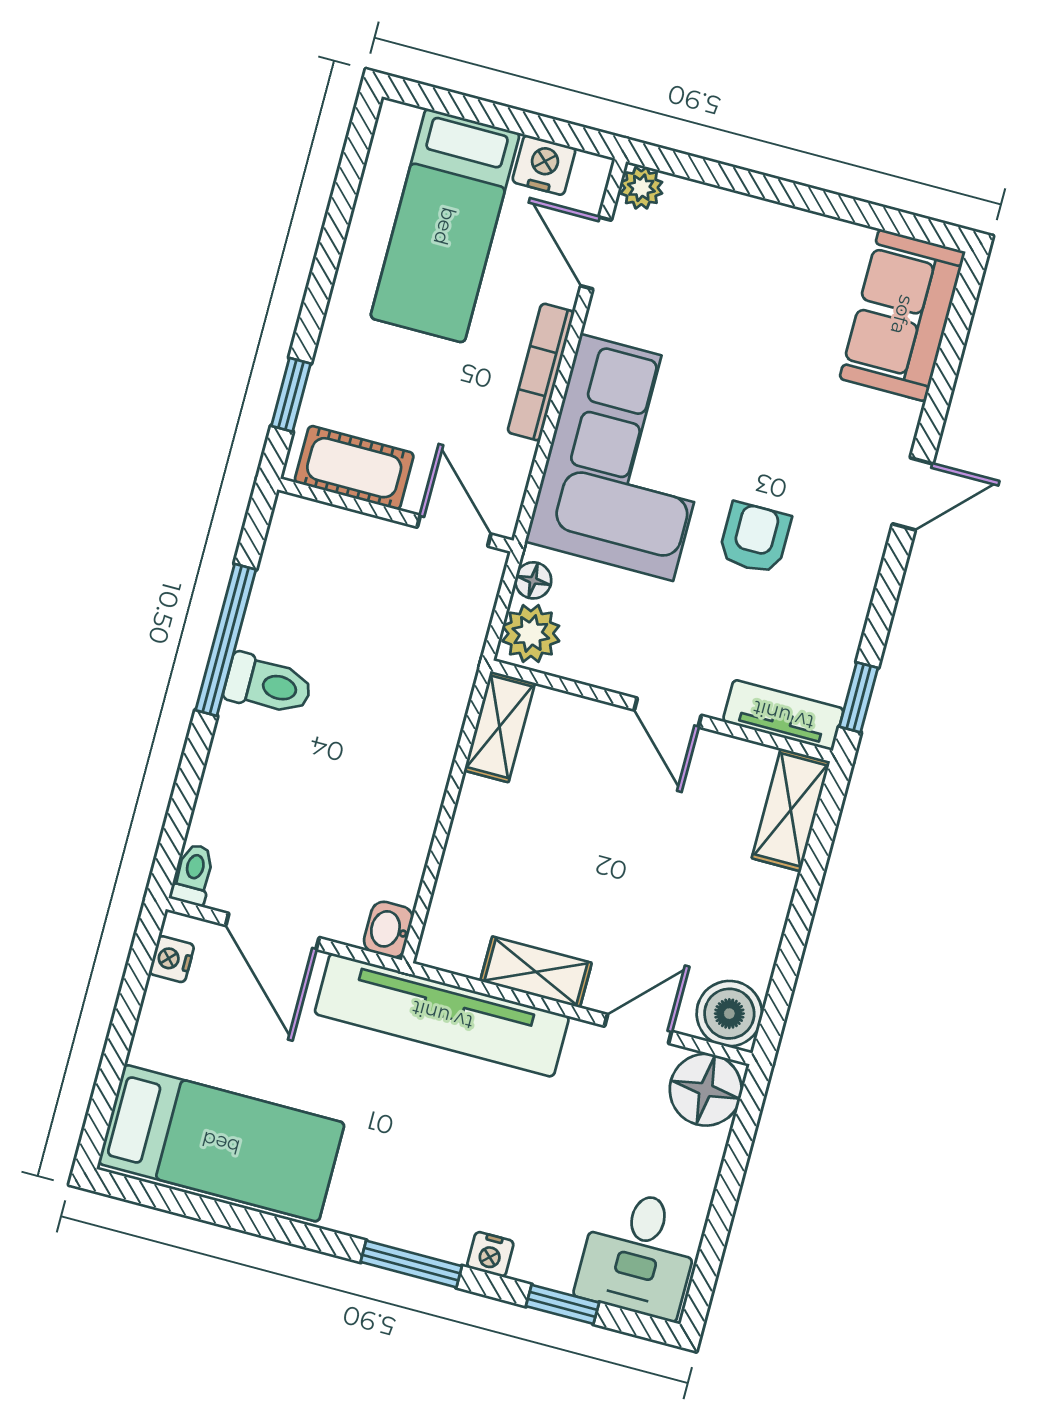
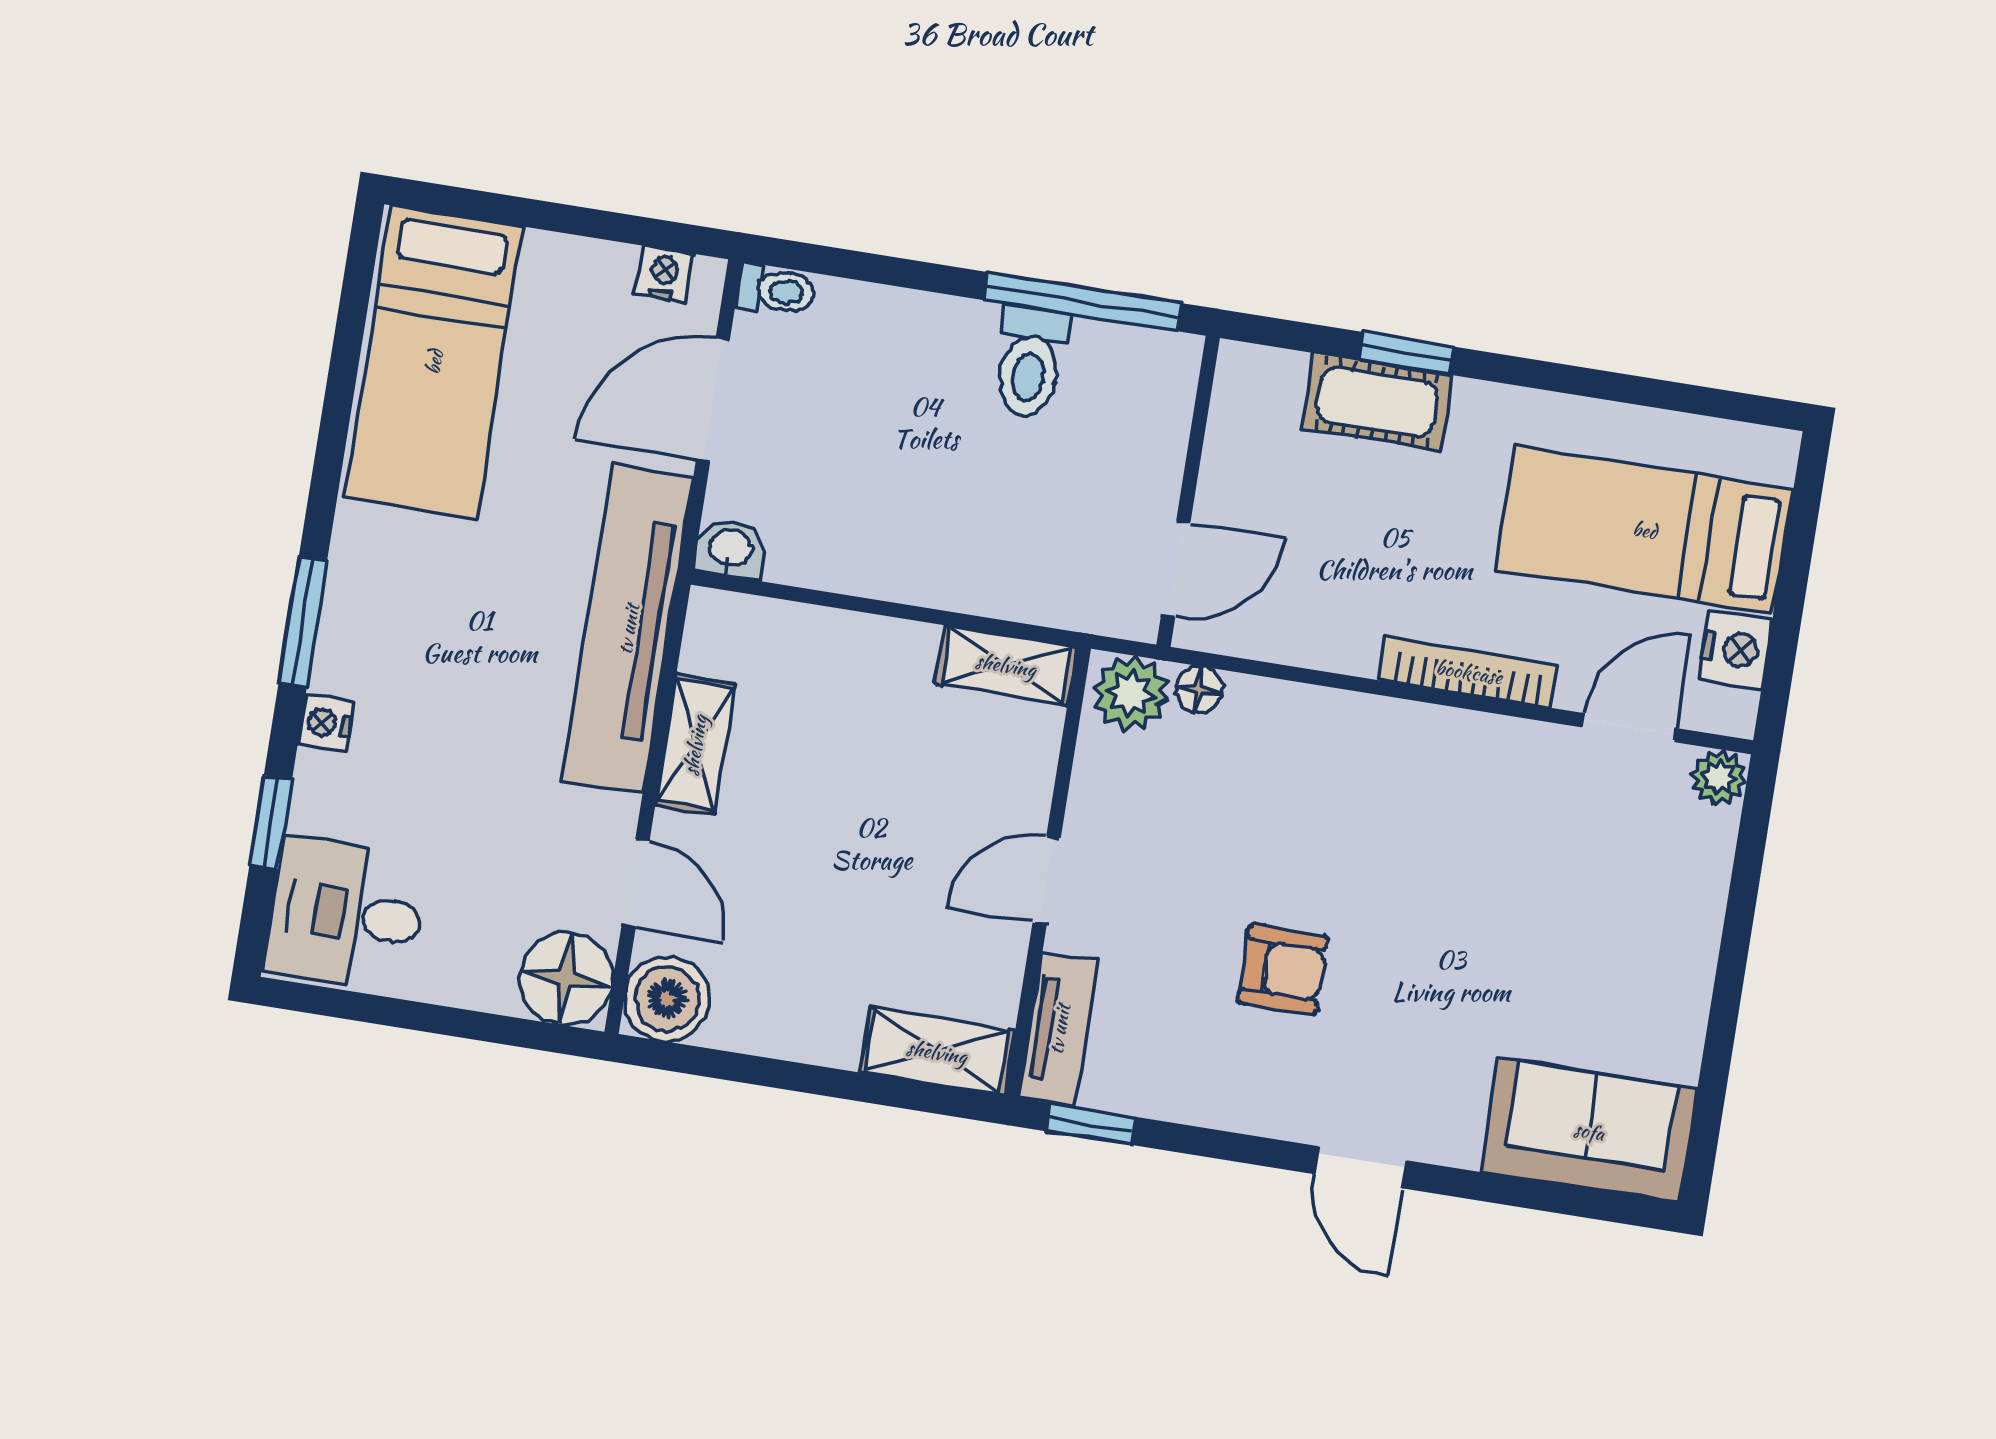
corner sofa: (627, 457) -> (1370, 794), removed
cot: (354, 468) -> (1377, 402), moved, turned 90
wall: (395, 515) -> (1188, 491), moved
door: (454, 531) -> (1176, 569), moved

